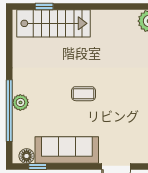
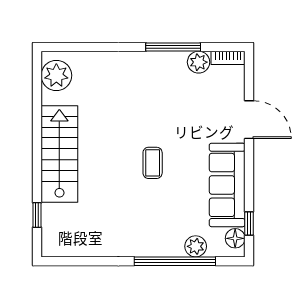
stairs: (54, 23) -> (59, 154), moved
plant: (20, 102) -> (196, 246), moved

